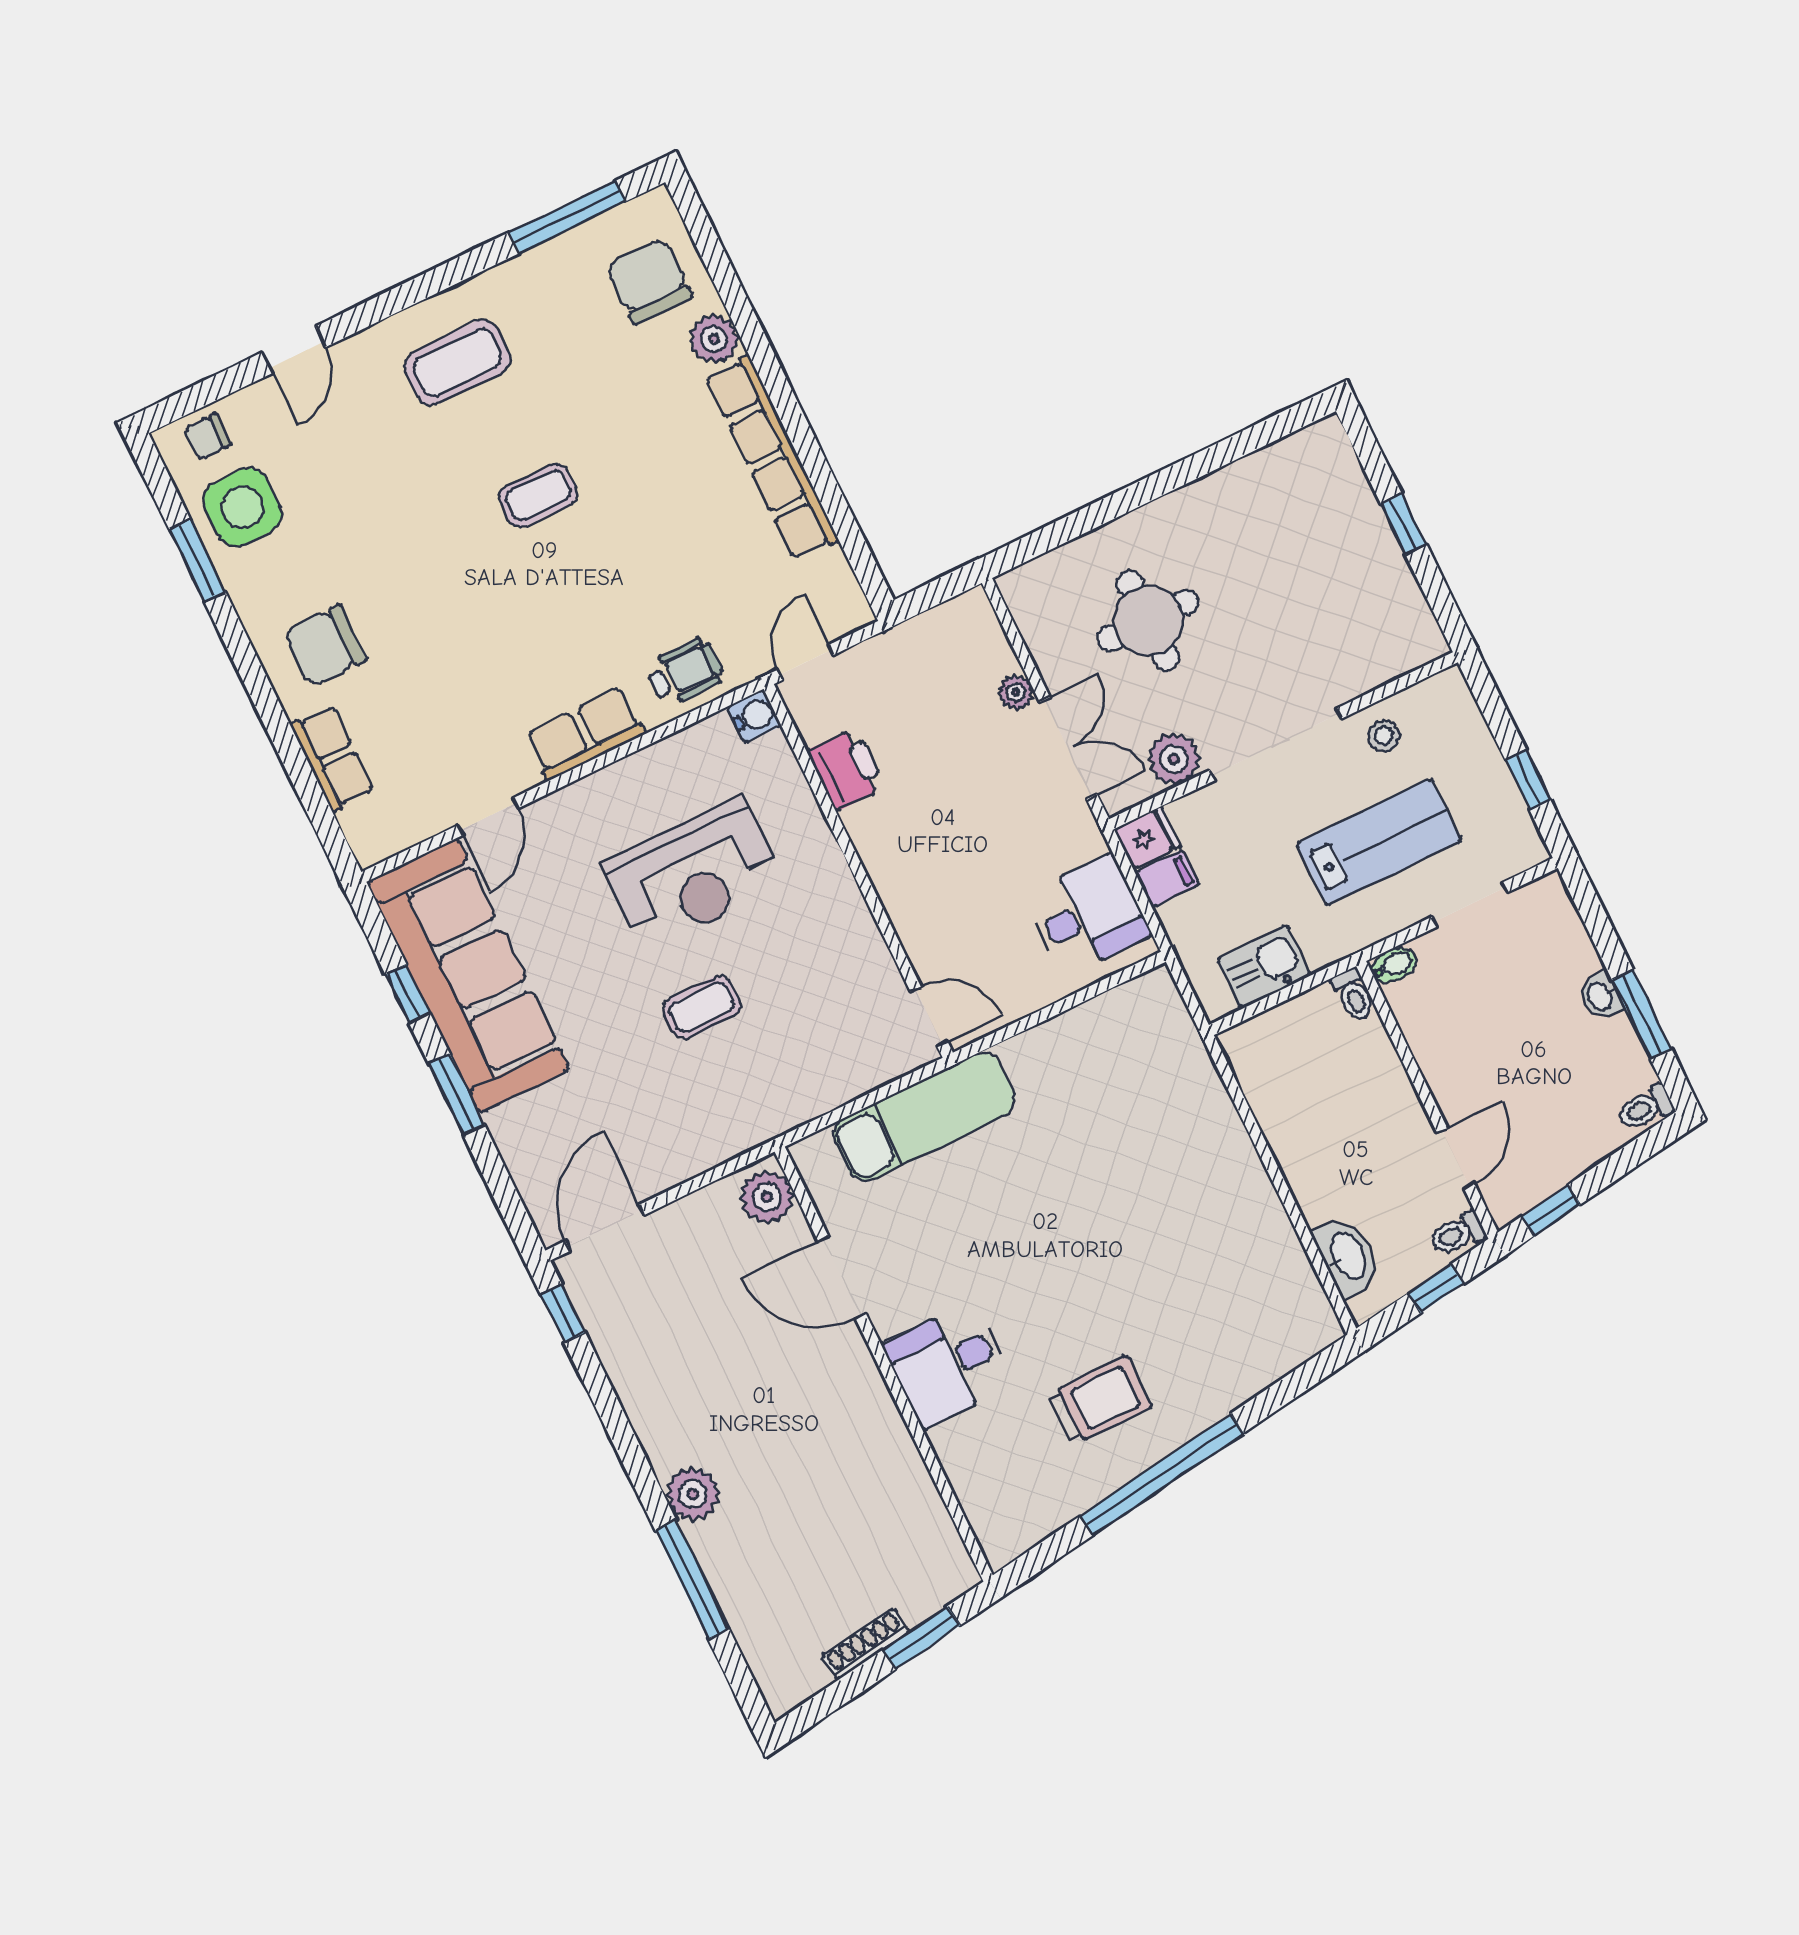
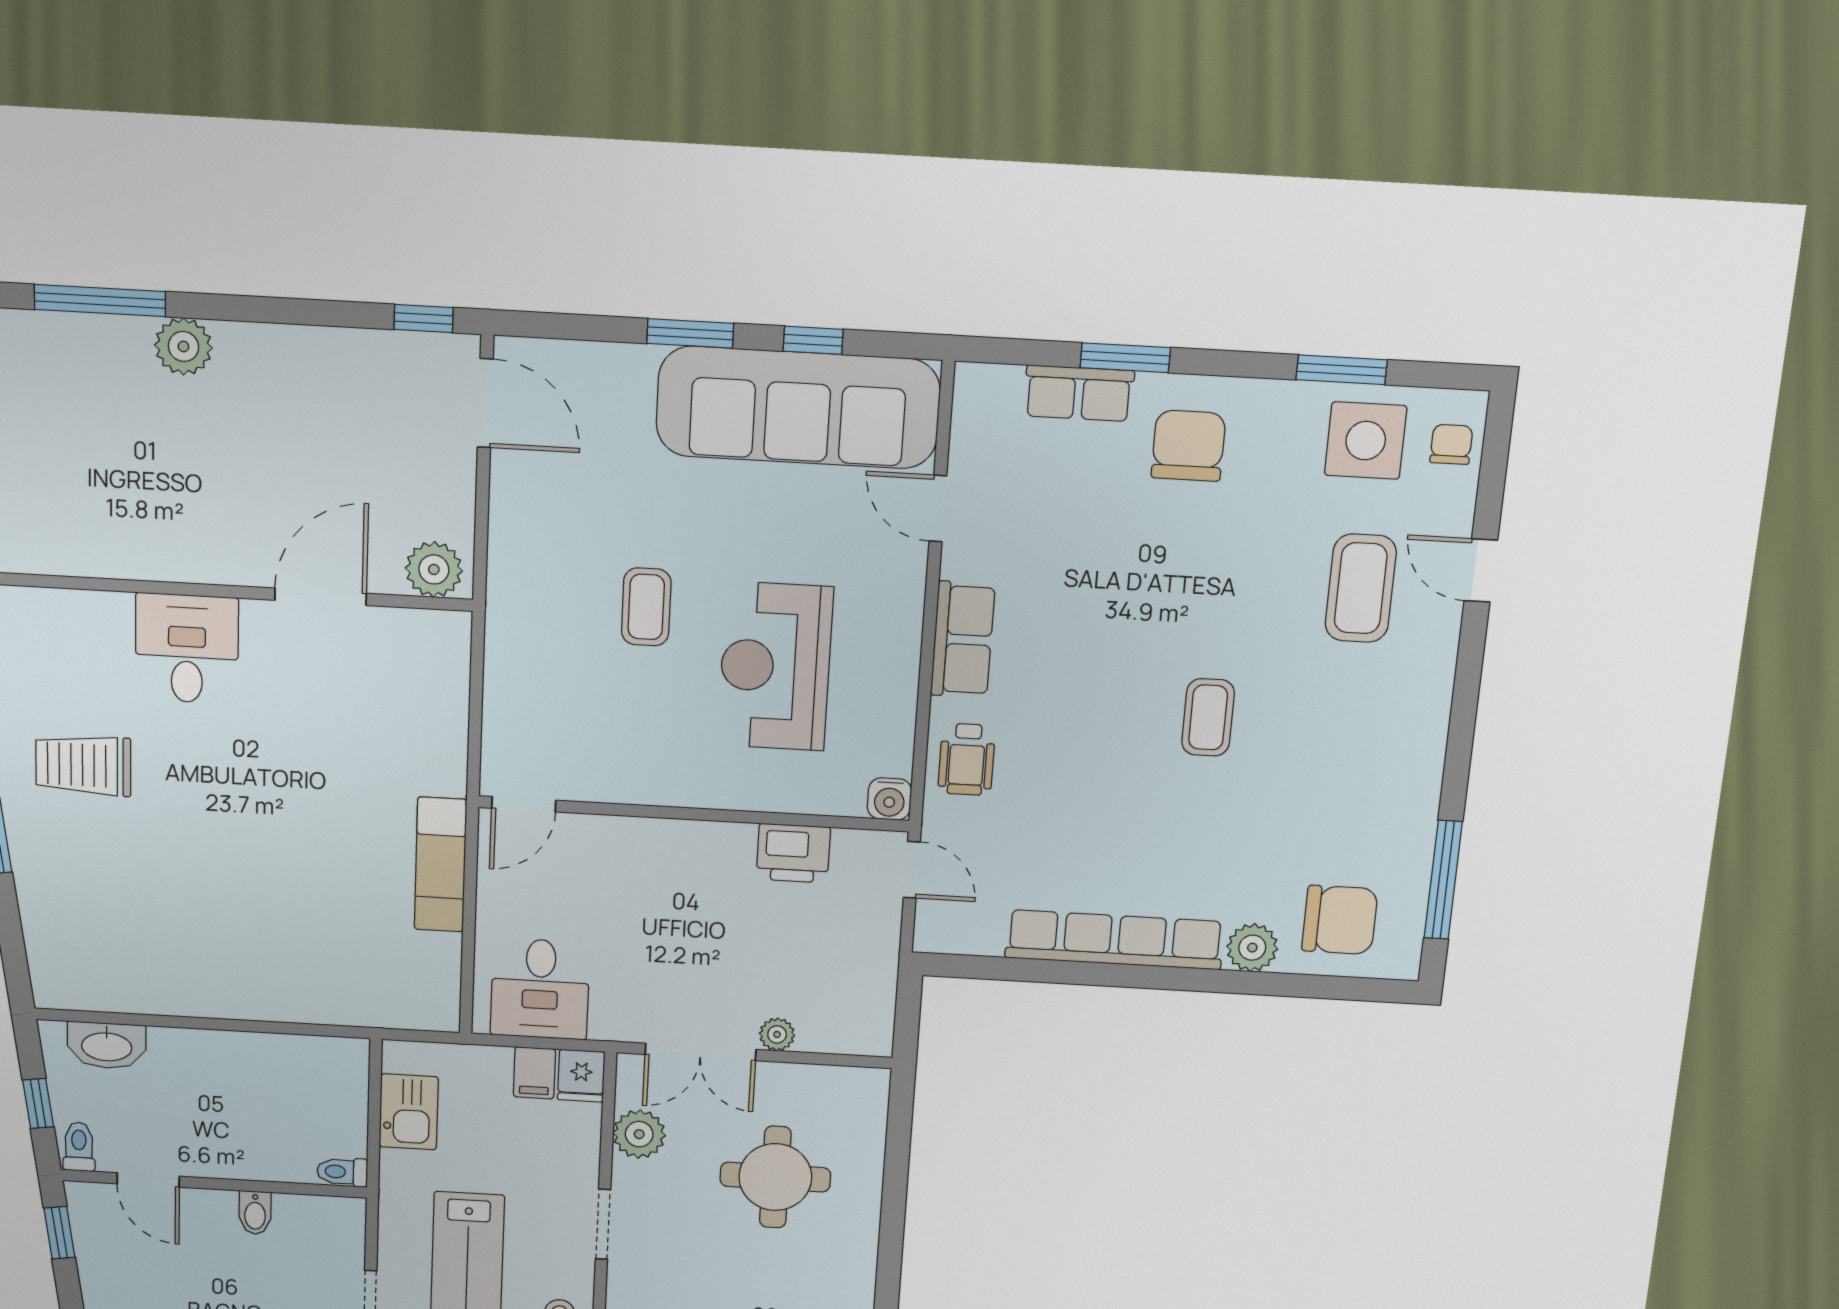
coffee table: (458, 362) -> (1361, 588), moved
window: (283, 738) -> (1125, 358), added
doorway: (1276, 744) -> (603, 1224), width x0.53
bidet: (1394, 965) -> (255, 1213), moved
exam couch: (924, 1117) -> (441, 865), moved, width x0.73, depth x0.69
trolley: (1100, 1401) -> (83, 765), turned 90

